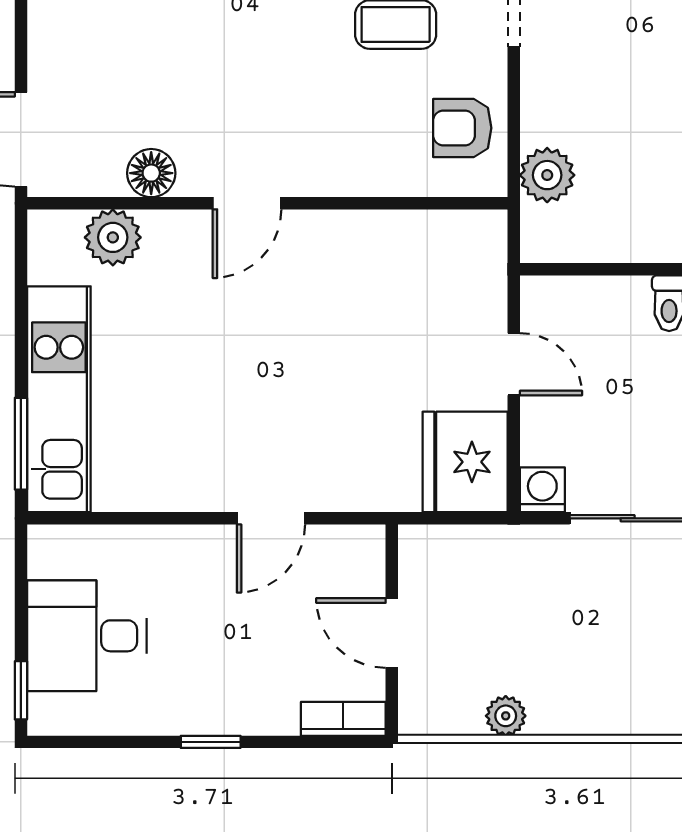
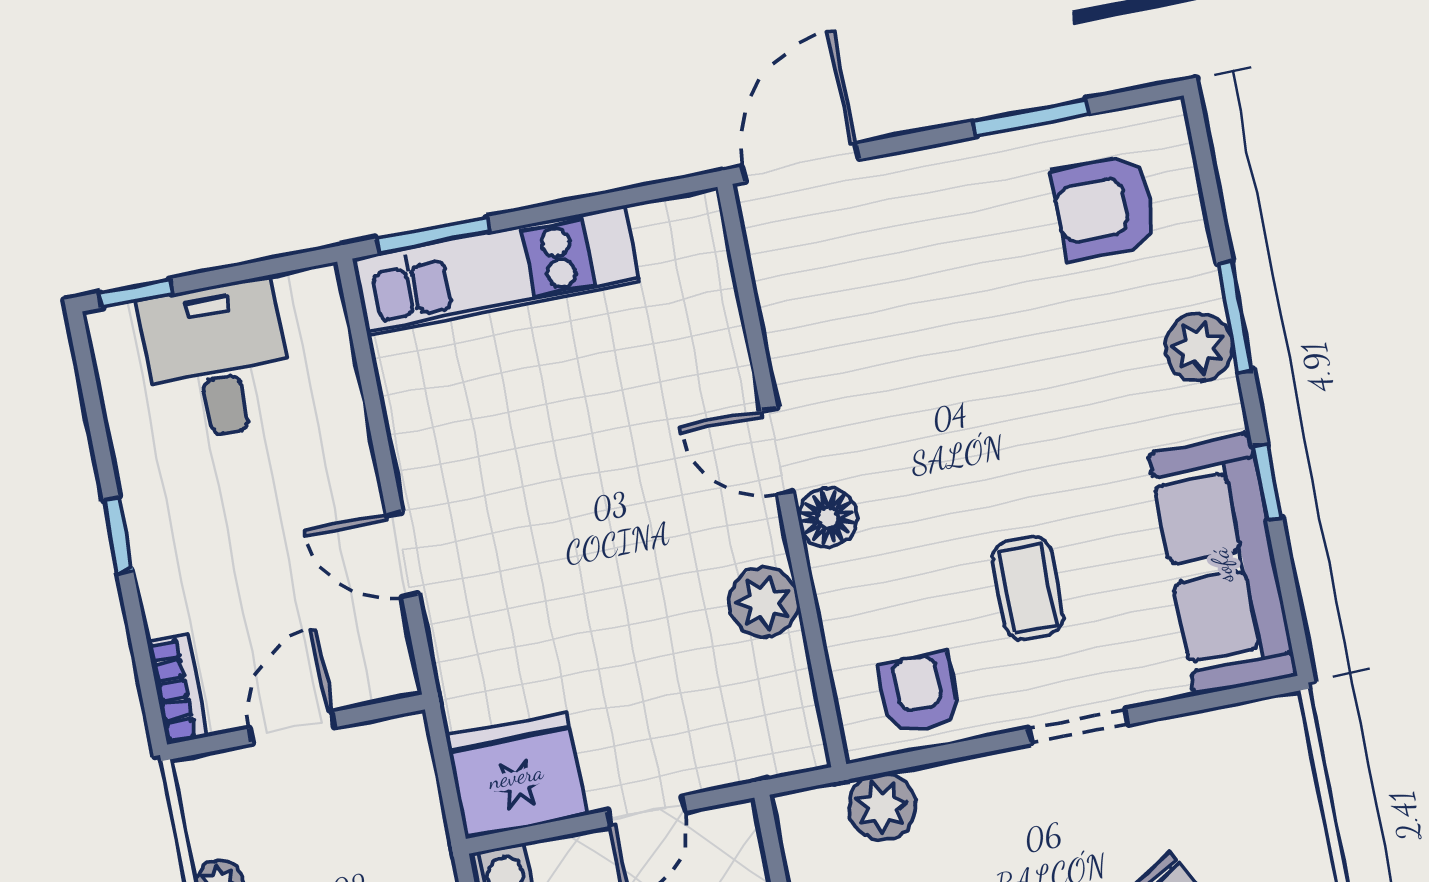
floor lamp: (151, 173) -> (828, 518), moved
plant: (113, 237) -> (764, 602), moved

